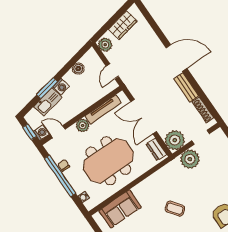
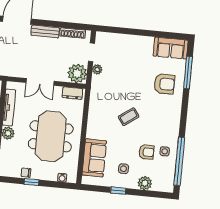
double door: (144, 117) -> (40, 82), width x0.73
plant: (190, 159) -> (97, 69), width x0.53, depth x0.53
window: (60, 176) -> (32, 182), width x0.32

